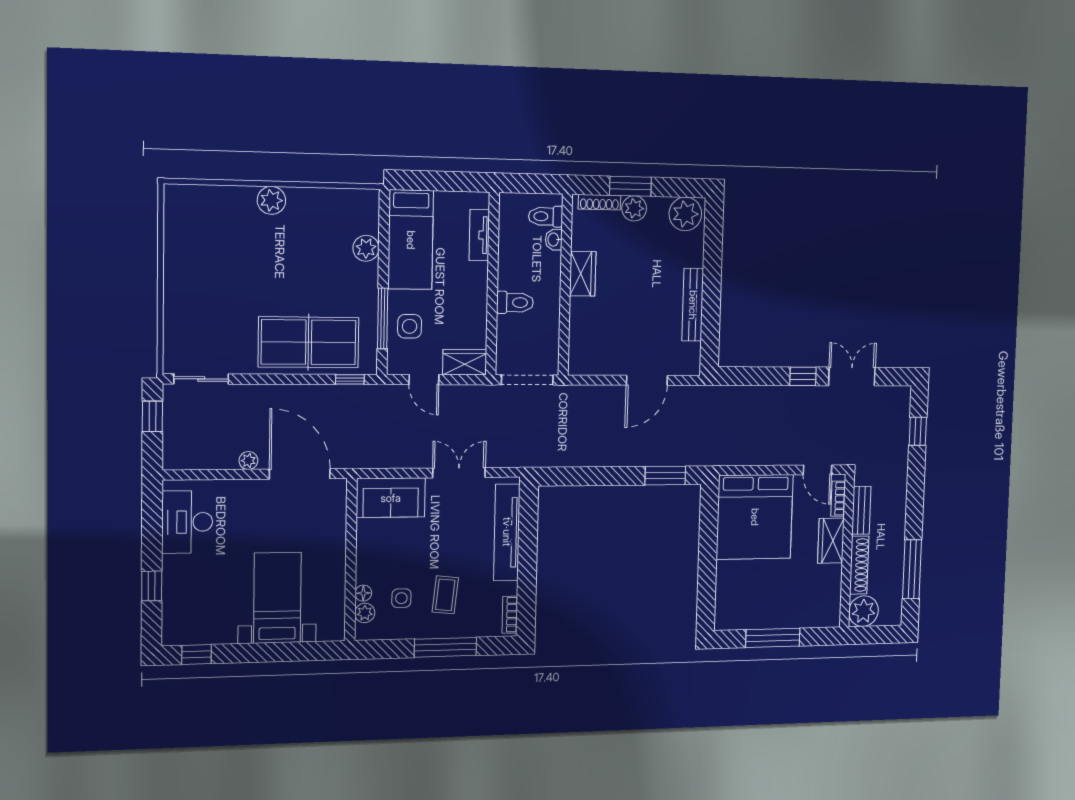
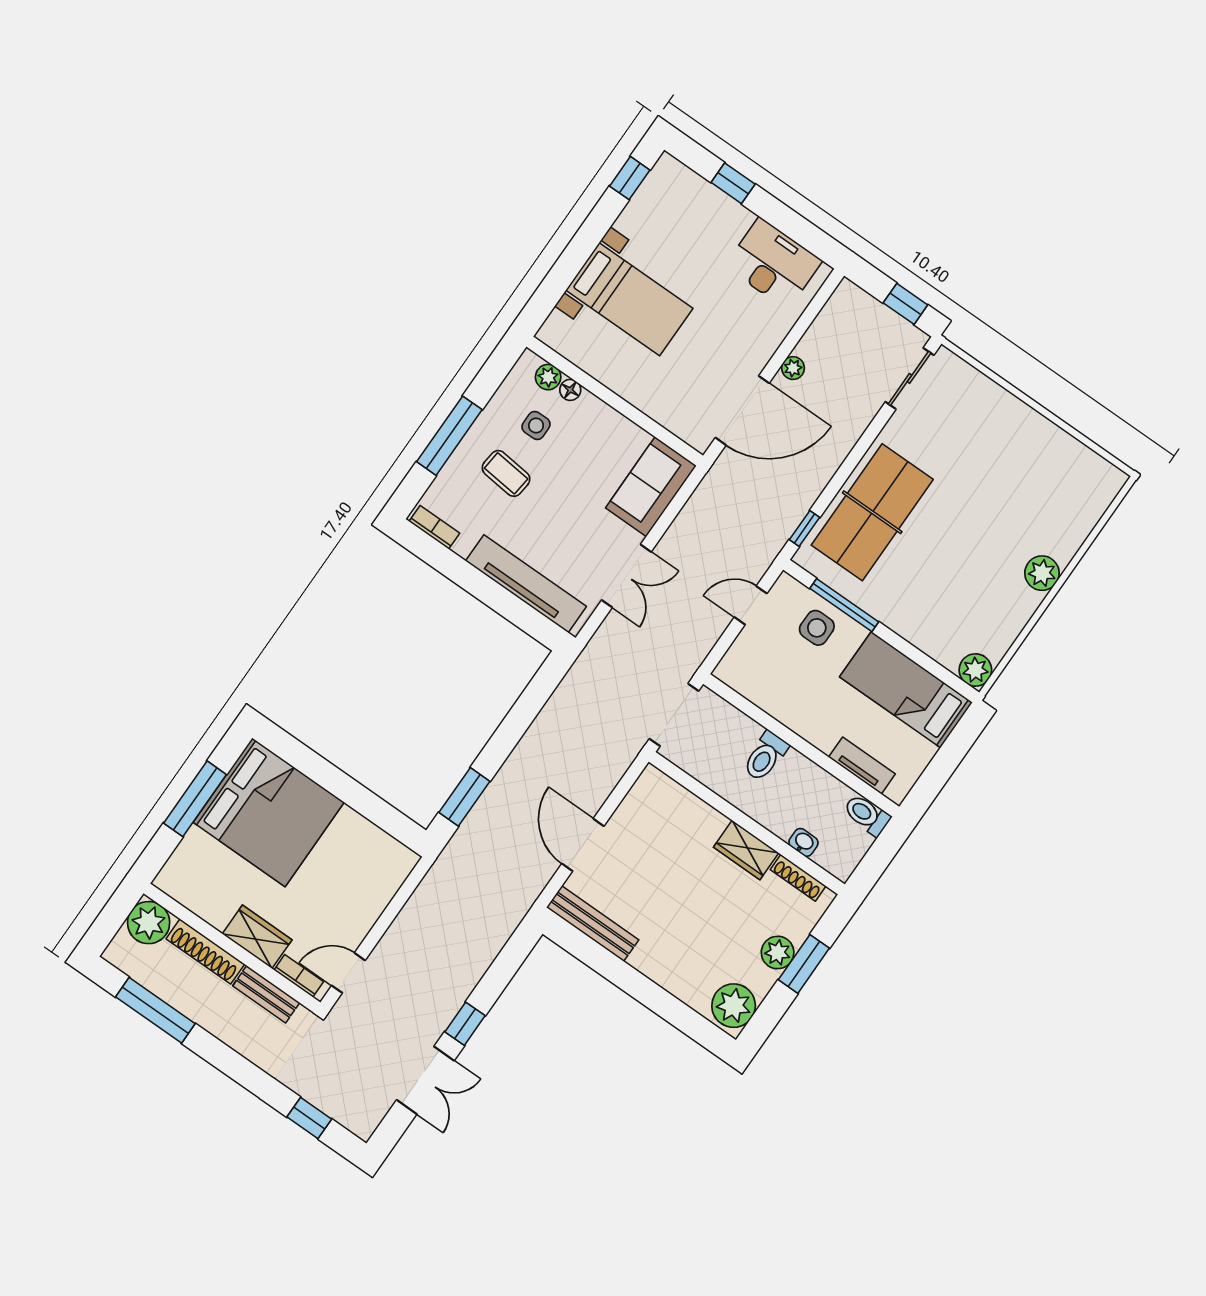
shoe rack: (599, 202) -> (798, 878), moved, turned -90
toilet: (546, 216) -> (867, 815), moved, turned -90
plant: (366, 248) -> (975, 670), moved
bench: (693, 305) -> (593, 924), moved
wardrobe: (465, 362) -> (739, 660), removed
bed: (755, 517) -> (269, 812), moved, turned 180

